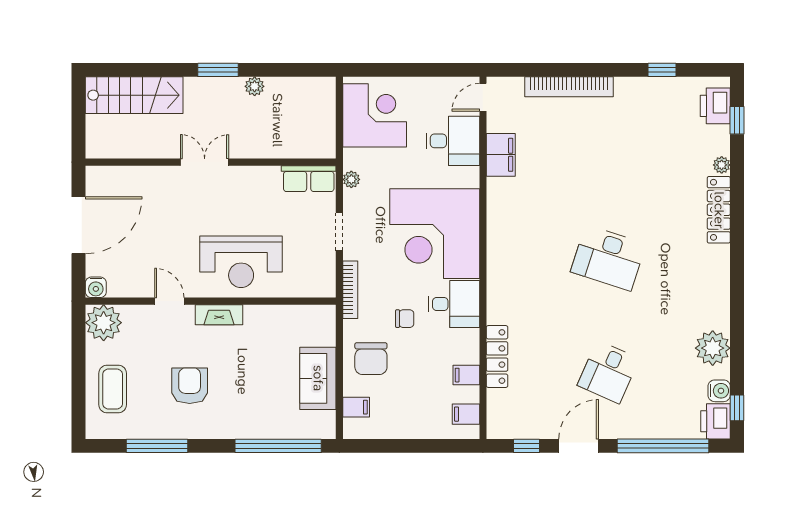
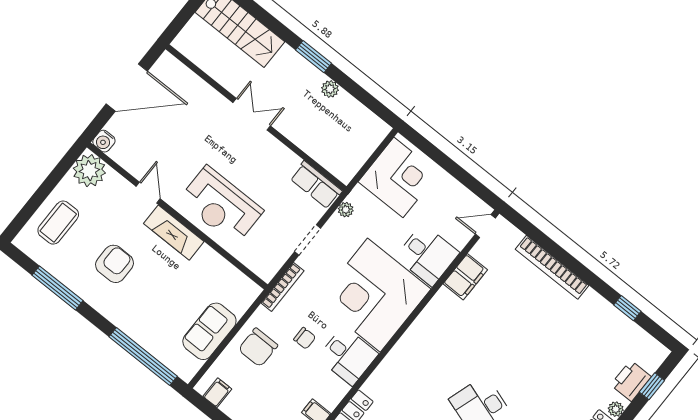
printer: (715, 106) -> (631, 381), moved
desk: (453, 141) -> (427, 255), moved
fireplace: (219, 315) -> (174, 233), width x1.37, depth x1.32
filing cabinet: (356, 407) -> (217, 393), moved, turned -90

